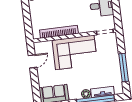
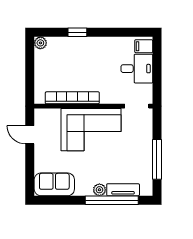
door: (32, 61) -> (30, 135), swing flipped

